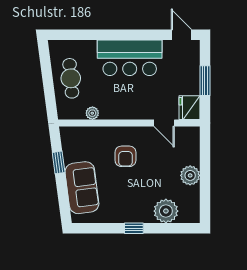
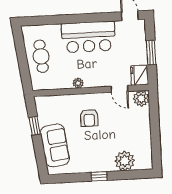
plant: (92, 113) -> (78, 83), moved
plant: (190, 175) -> (141, 99), moved

